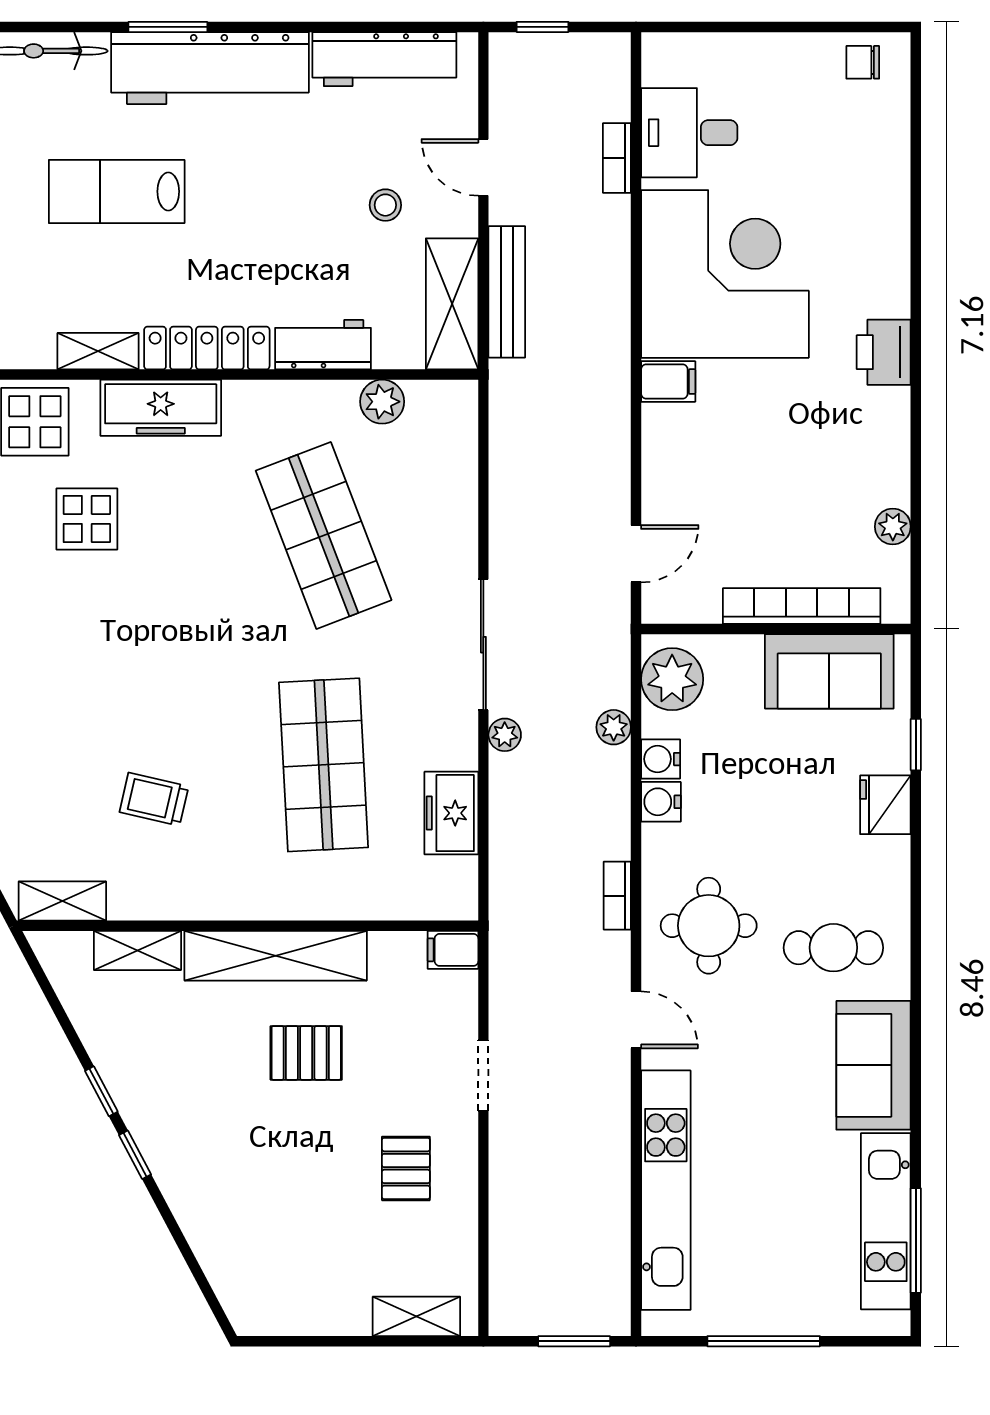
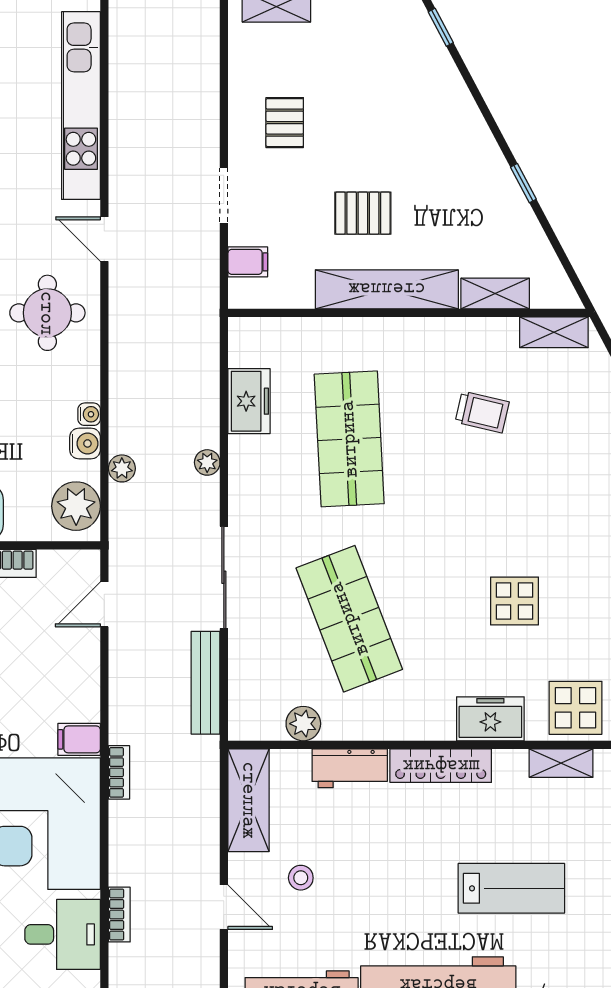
bench: (507, 292) -> (206, 683), moved
shelving: (98, 351) -> (561, 763), moved
freezer: (161, 408) -> (490, 719), width x0.71
display table: (87, 519) -> (515, 601), moved
sliding door: (483, 645) -> (224, 577), moved
water cooler: (661, 802) -> (89, 414), width x0.72, depth x0.72
bookcase: (617, 896) -> (119, 772), moved
filing cabinet: (453, 950) -> (248, 262), moved
window: (135, 1155) -> (441, 27), moved

